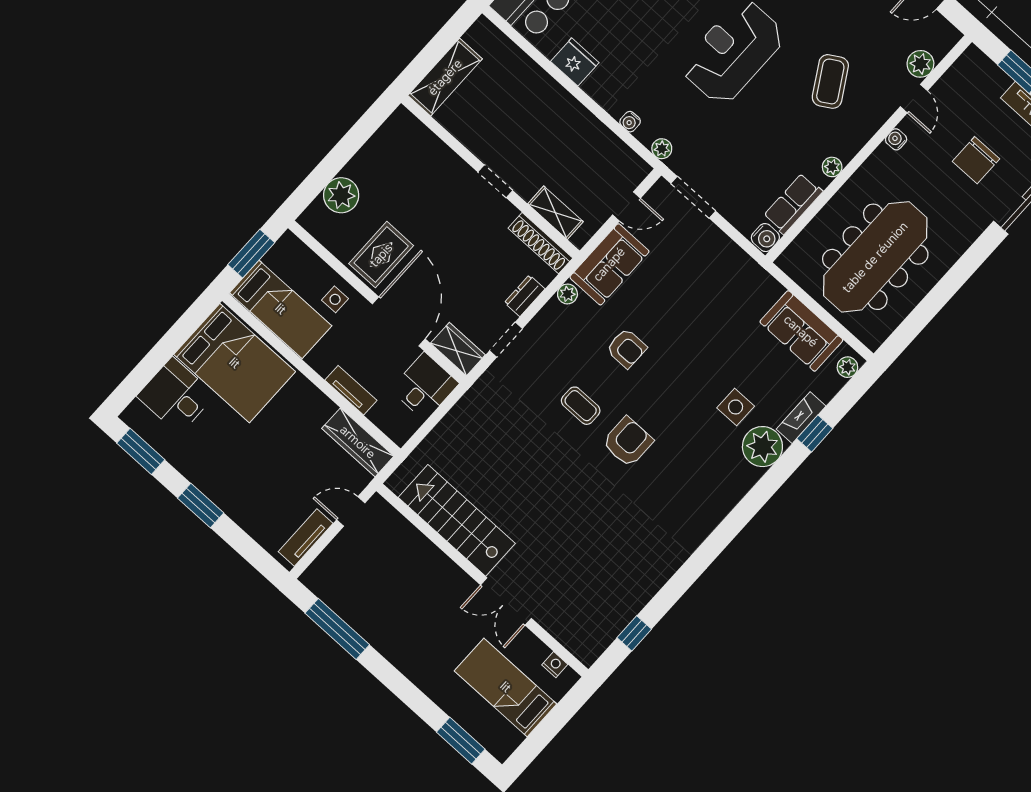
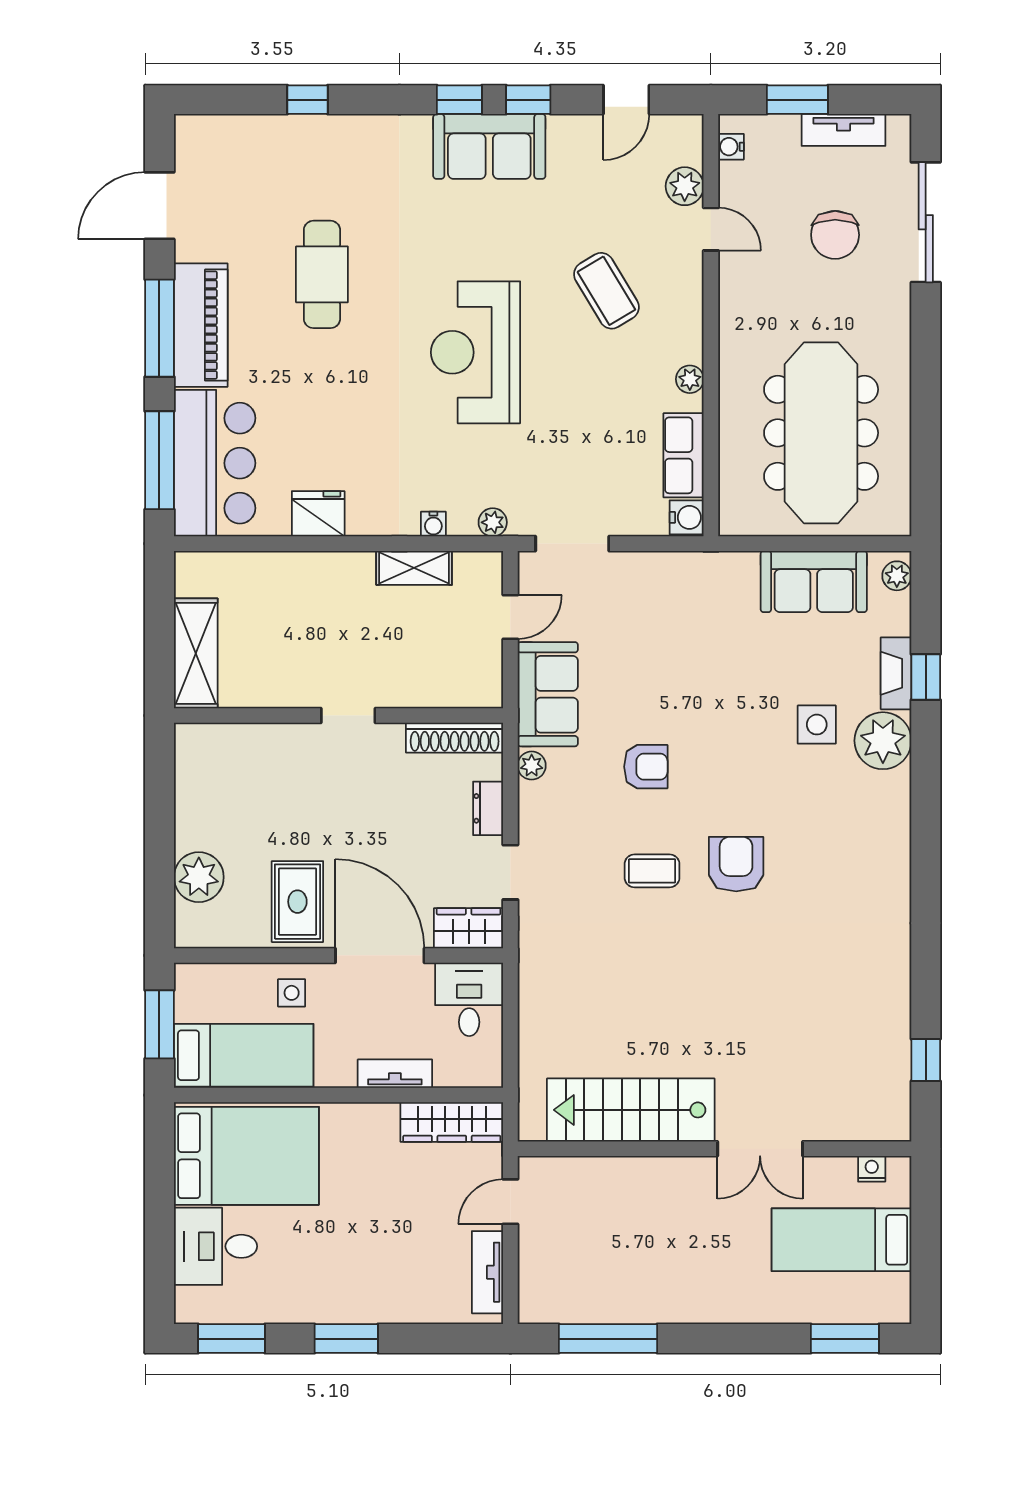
water cooler: (896, 139) -> (731, 147), moved
shelving: (555, 213) -> (414, 568), moved

